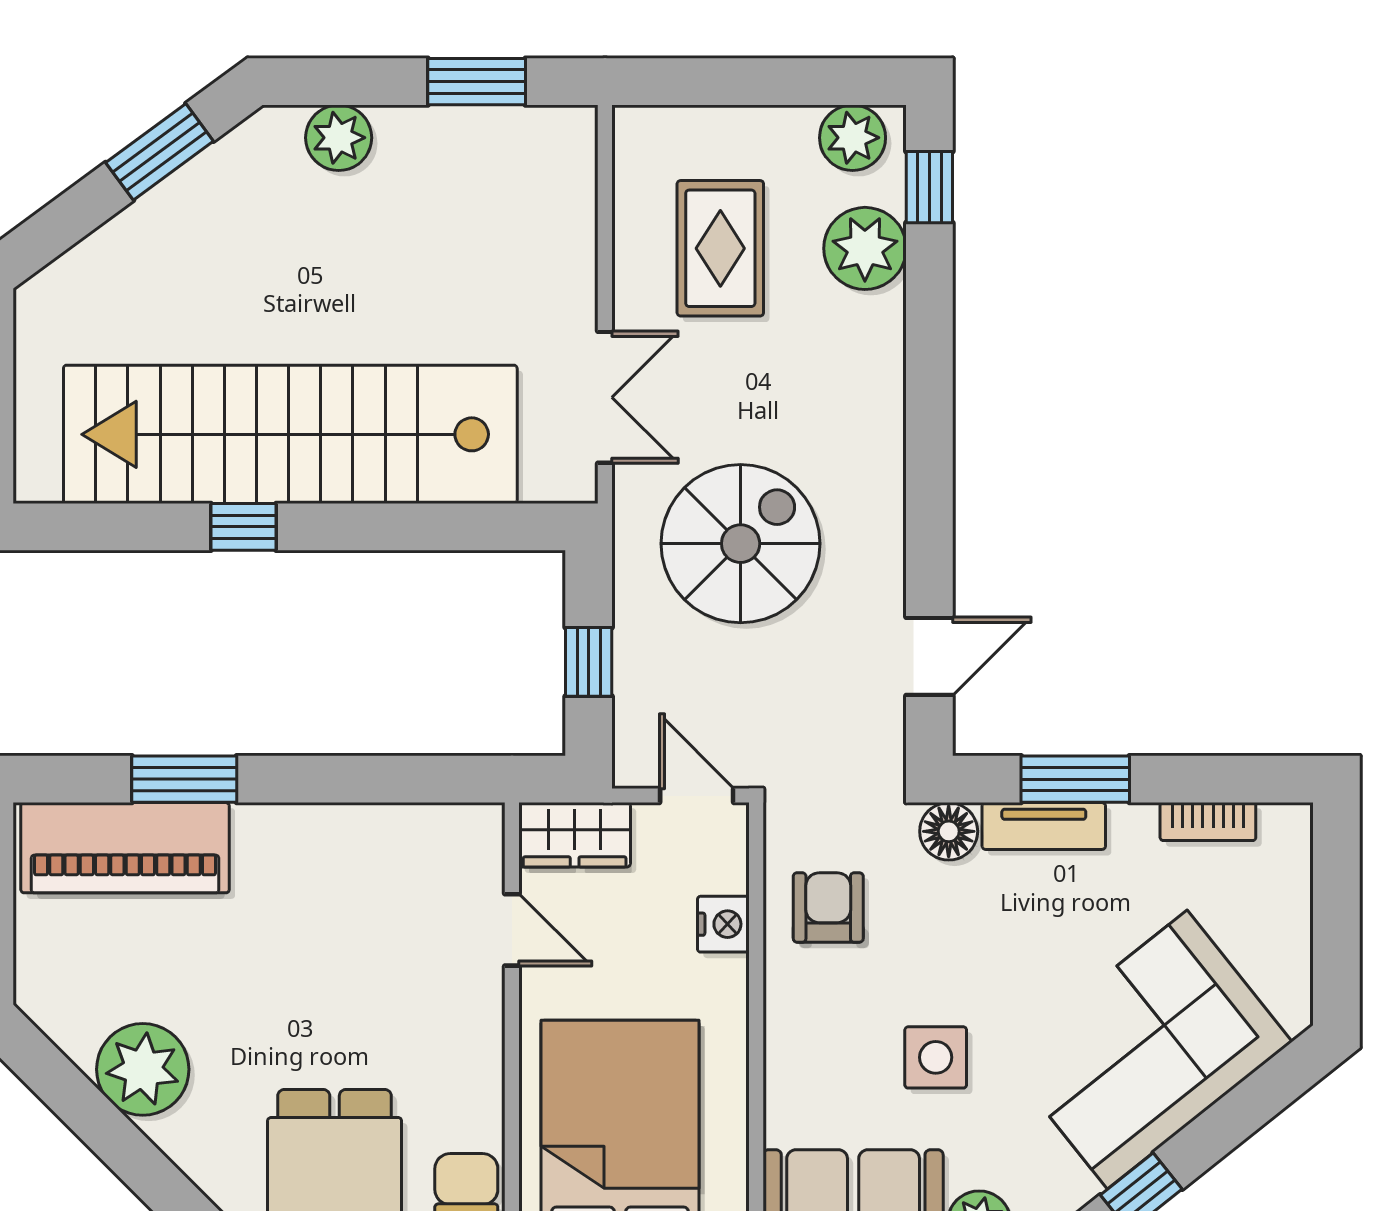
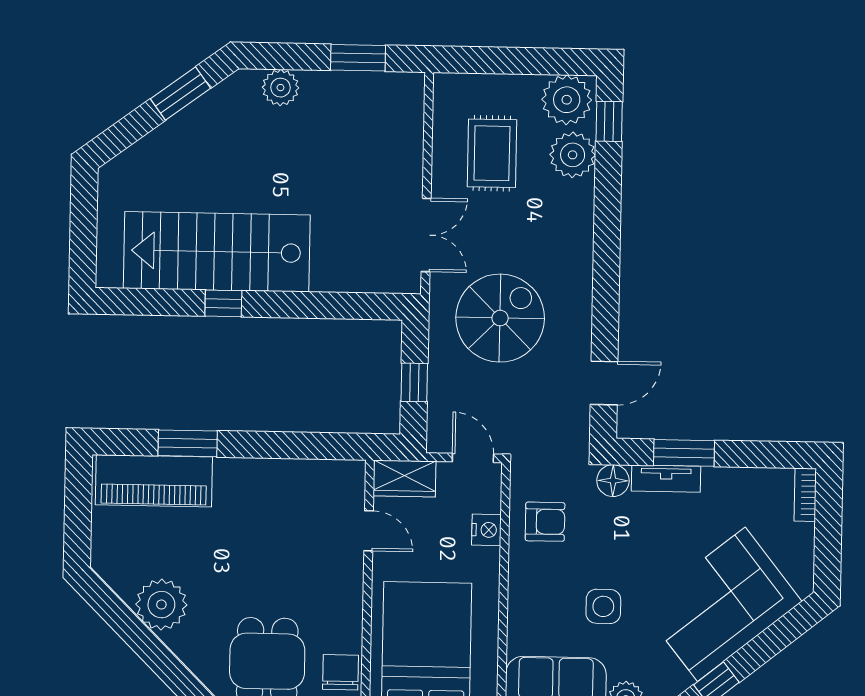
plant: (853, 138) -> (567, 100), width x1.36, depth x1.36
stairs: (290, 434) -> (217, 252), width x0.73
bookcase: (1208, 822) -> (805, 495), moved, turned 90
armchair: (828, 907) -> (545, 522), turned 90

